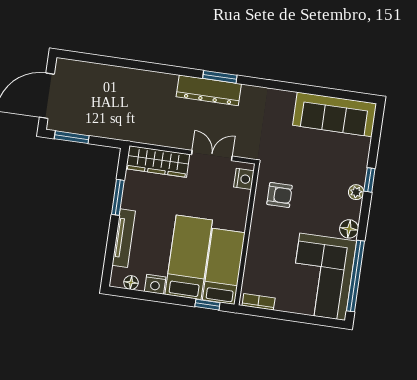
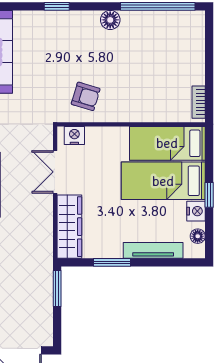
window: (72, 137) -> (57, 288), moved
plant: (356, 192) -> (71, 18), removed
armchair: (280, 195) -> (86, 96), turned 107
corner sofa: (323, 277) -> (163, 40), removed
window: (207, 305) -> (209, 195), moved

